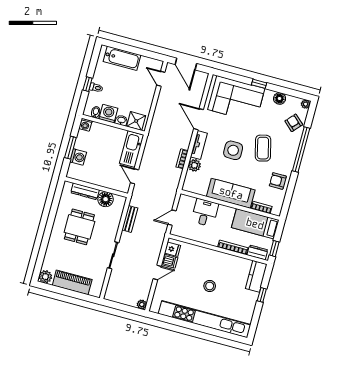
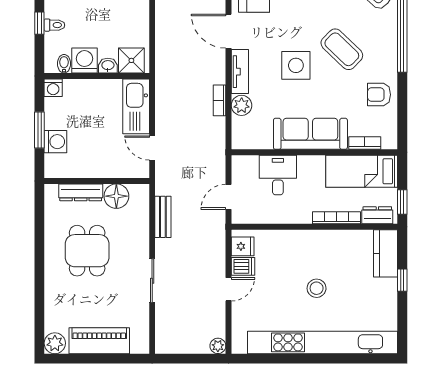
coffee table: (263, 148) -> (342, 49), turned -32

